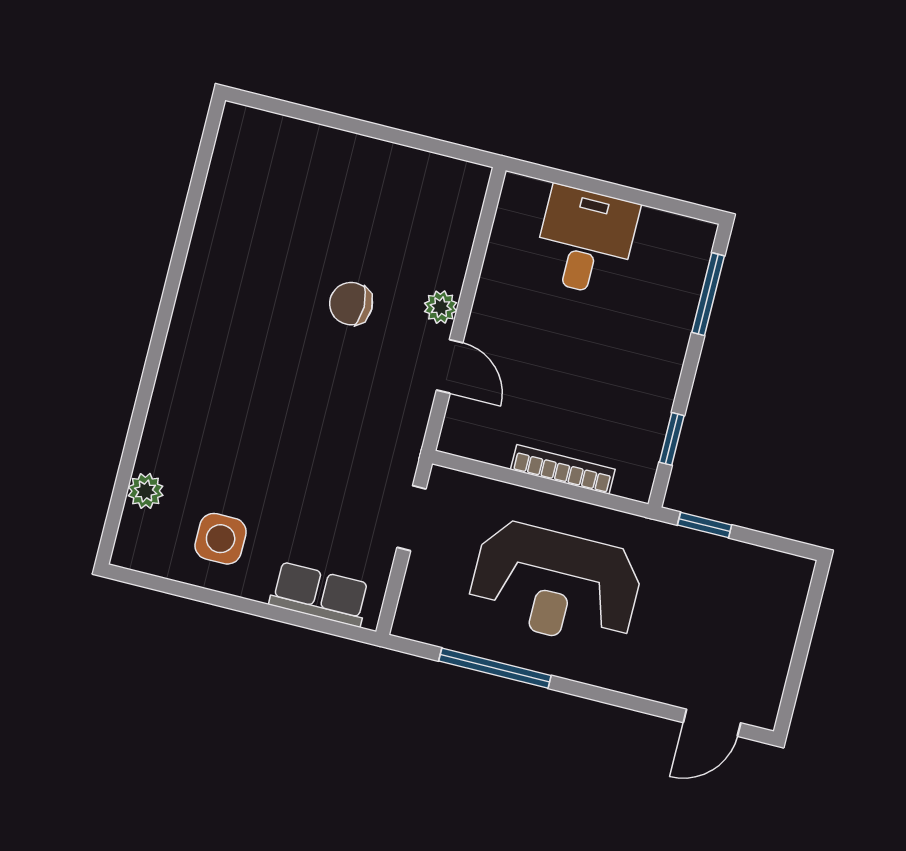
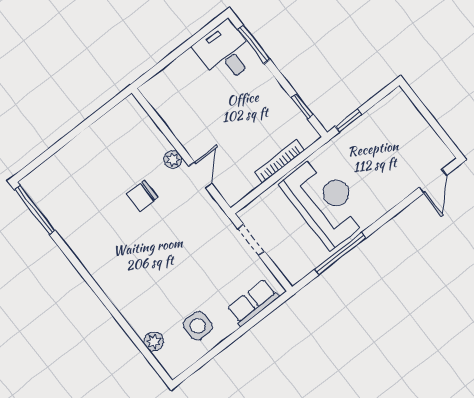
window: (204, 159) -> (35, 210), added
desk: (586, 241) -> (225, 52), moved
door: (450, 366) -> (200, 175), hinge flipped
reception desk: (555, 584) -> (325, 201), turned -90

